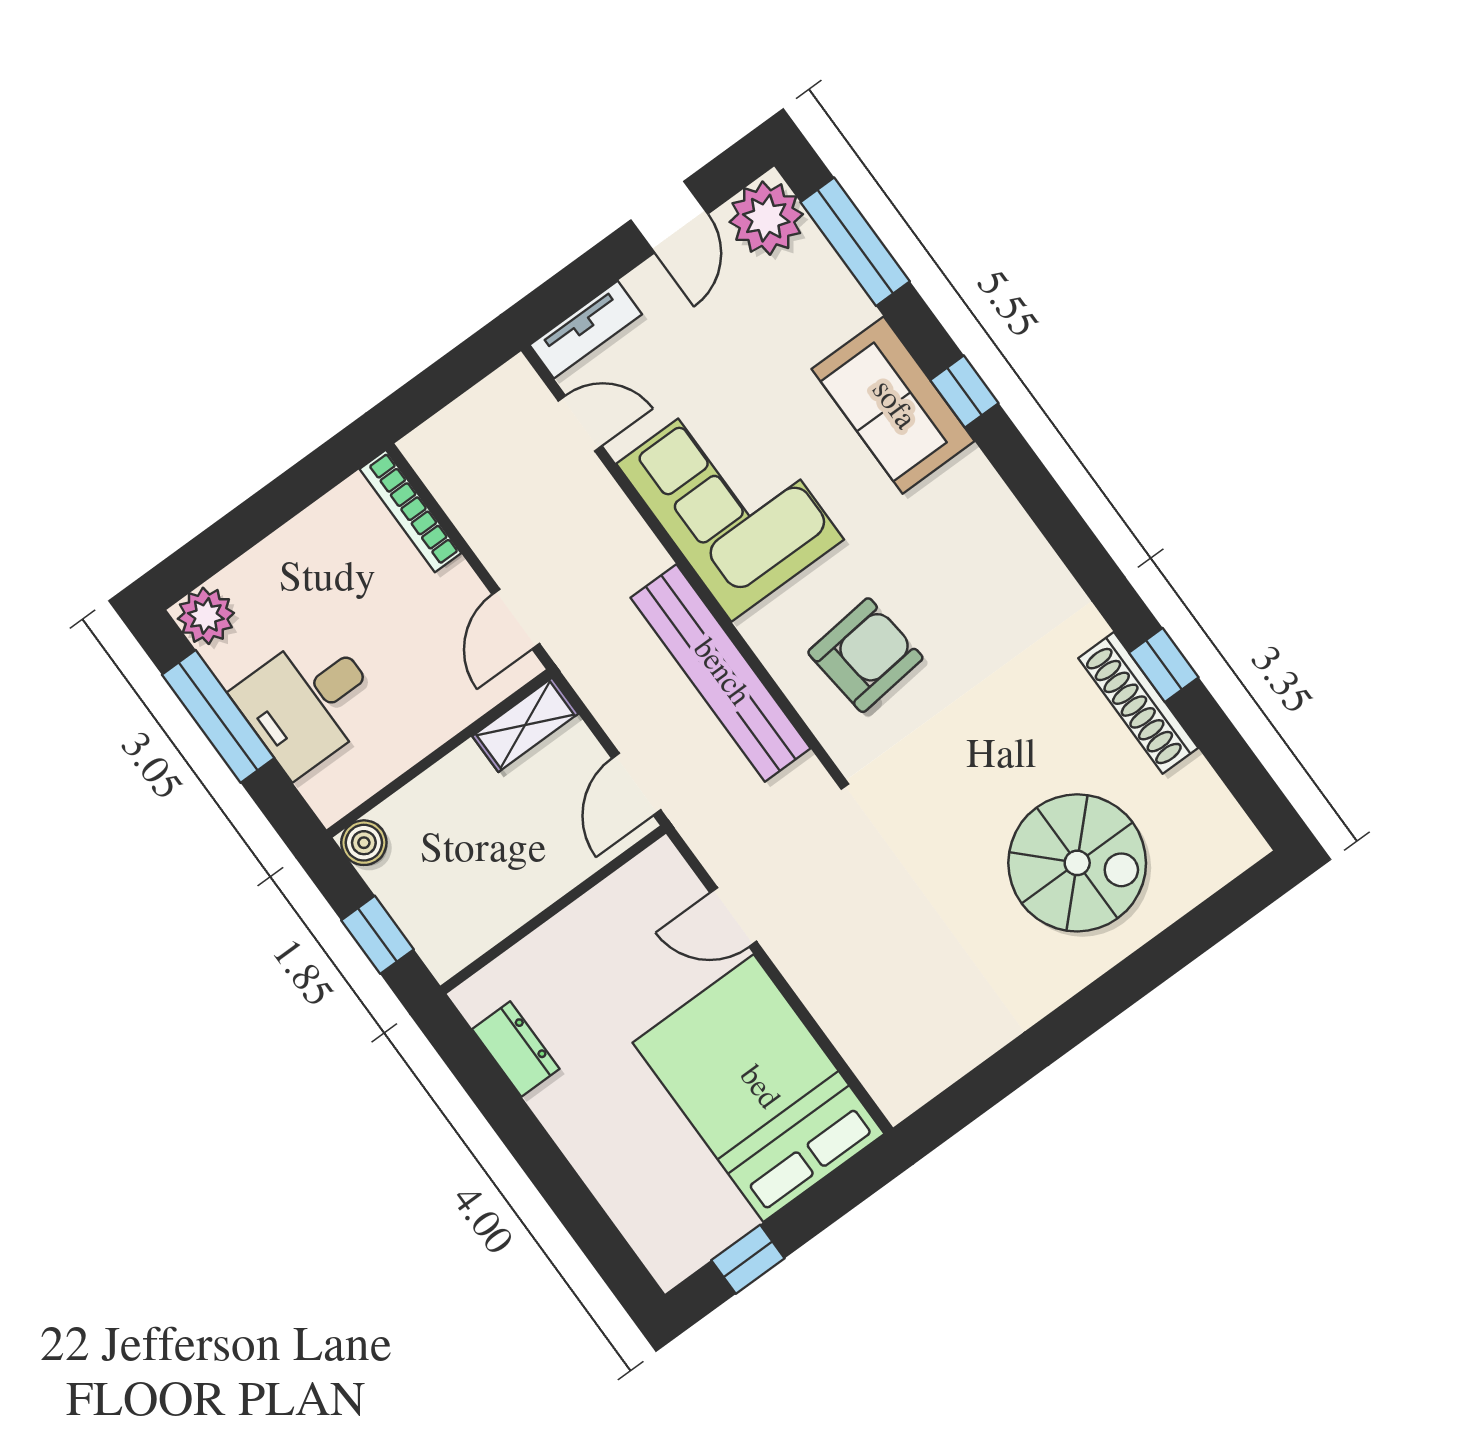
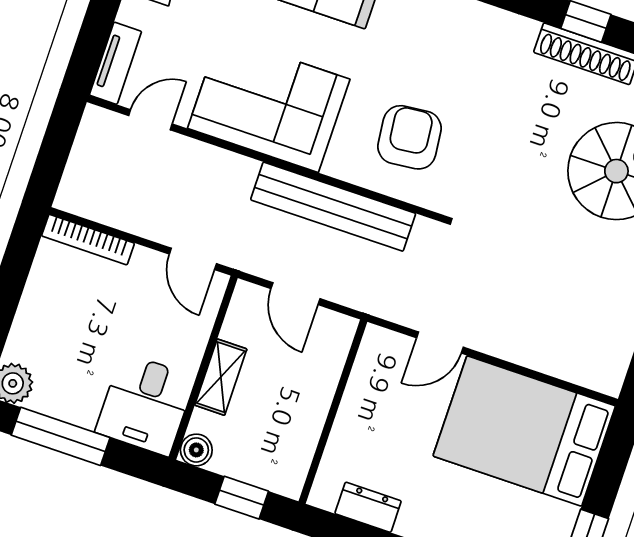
desk: (308, 702) -> (145, 404), moved
shelving: (525, 725) -> (221, 377), moved
door: (636, 784) -> (296, 294), moved

